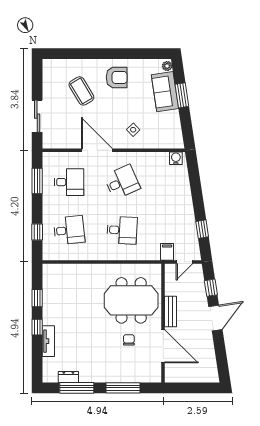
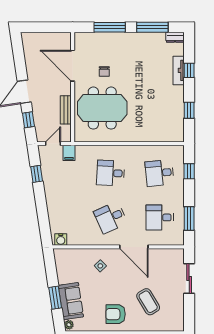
bench: (171, 312) -> (66, 110), moved
window: (37, 327) -> (189, 70), moved
dresser: (68, 377) -> (175, 37), moved

